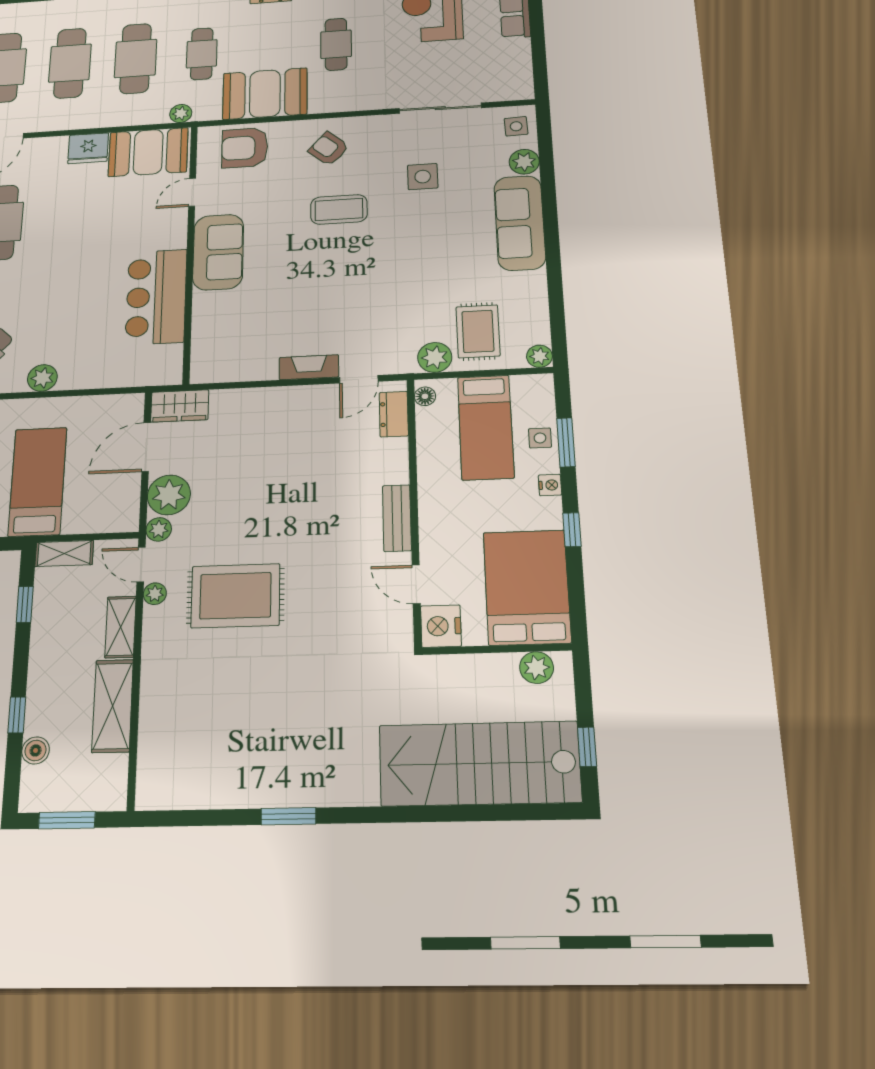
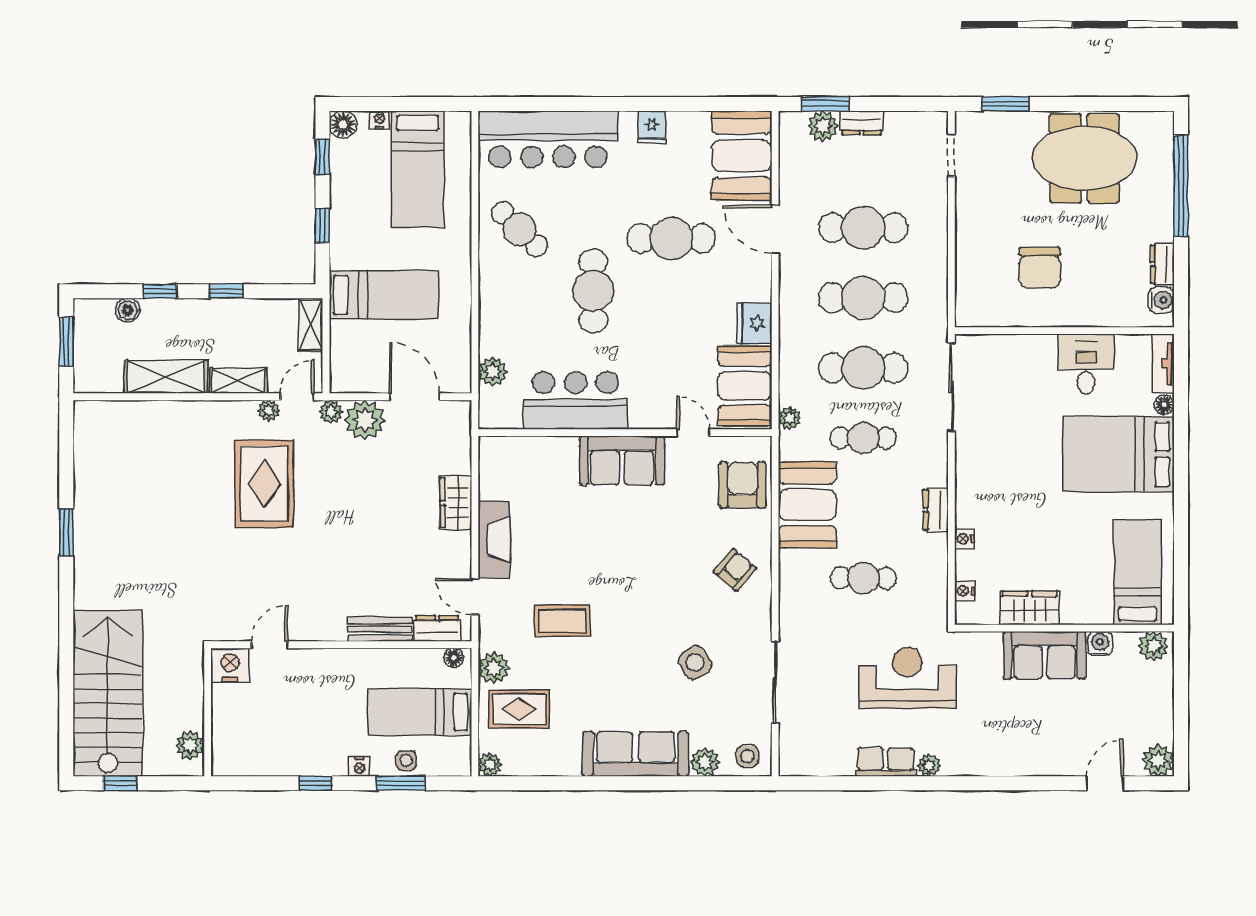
side table: (423, 177) -> (695, 662), turned -32
coffee table: (339, 209) -> (562, 621), moved, turned 90
cafe table: (47, 287) -> (593, 291), added
fireplace: (309, 367) -> (494, 539), width x1.37, depth x1.32
plant: (42, 378) -> (493, 372), moved
wardrobe: (180, 406) -> (456, 503), moved
bench: (397, 518) -> (380, 629), moved
bed: (527, 587) -> (263, 741), removed
window: (25, 604) -> (226, 291), moved

